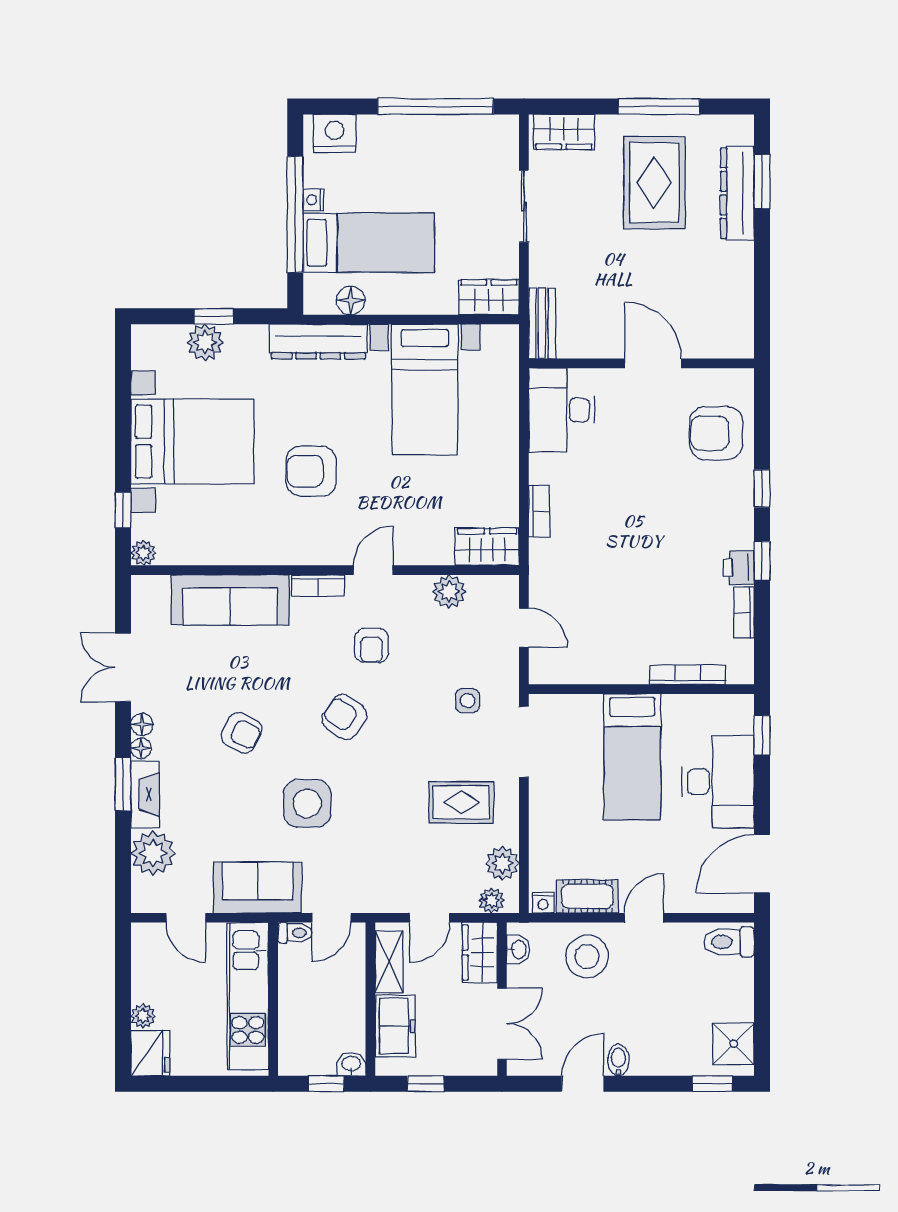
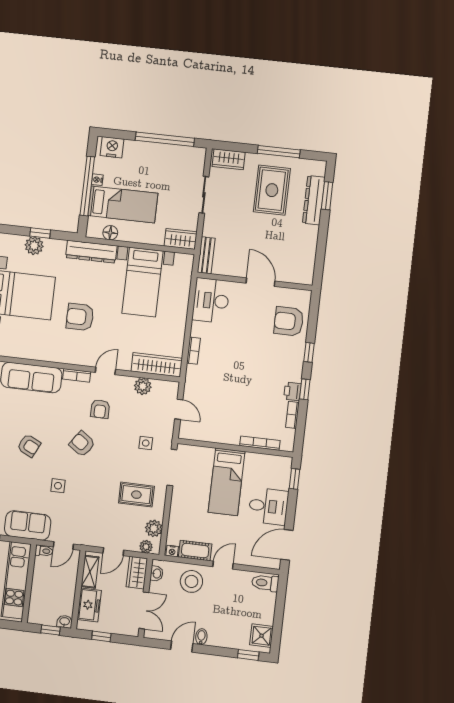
wardrobe: (487, 547) -> (157, 365), width x1.50
desk: (718, 782) -> (268, 506), width x0.73
side table: (307, 804) -> (58, 486), width x0.54, depth x0.54

